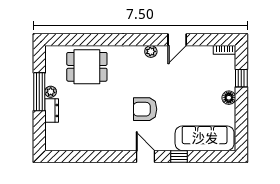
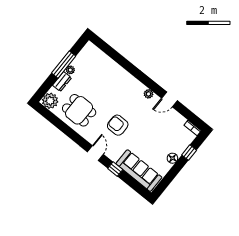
dining table: (87, 67) -> (79, 110), moved
plant: (55, 140) -> (50, 101), added

